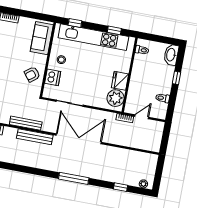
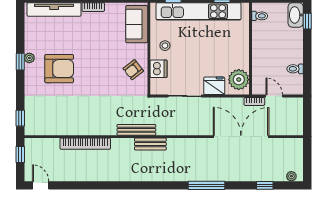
window: (176, 78) -> (307, 21), moved
fridge: (120, 81) -> (214, 86), moved, turned 90
door: (142, 117) -> (274, 96), hinge flipped
bench: (35, 137) -> (150, 144), width x0.73
double door: (79, 139) -> (241, 137), moved

